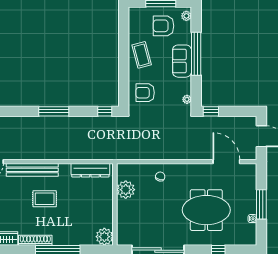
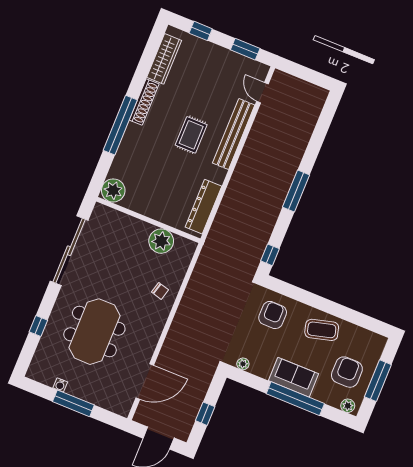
window: (211, 111) -> (205, 414), moved

